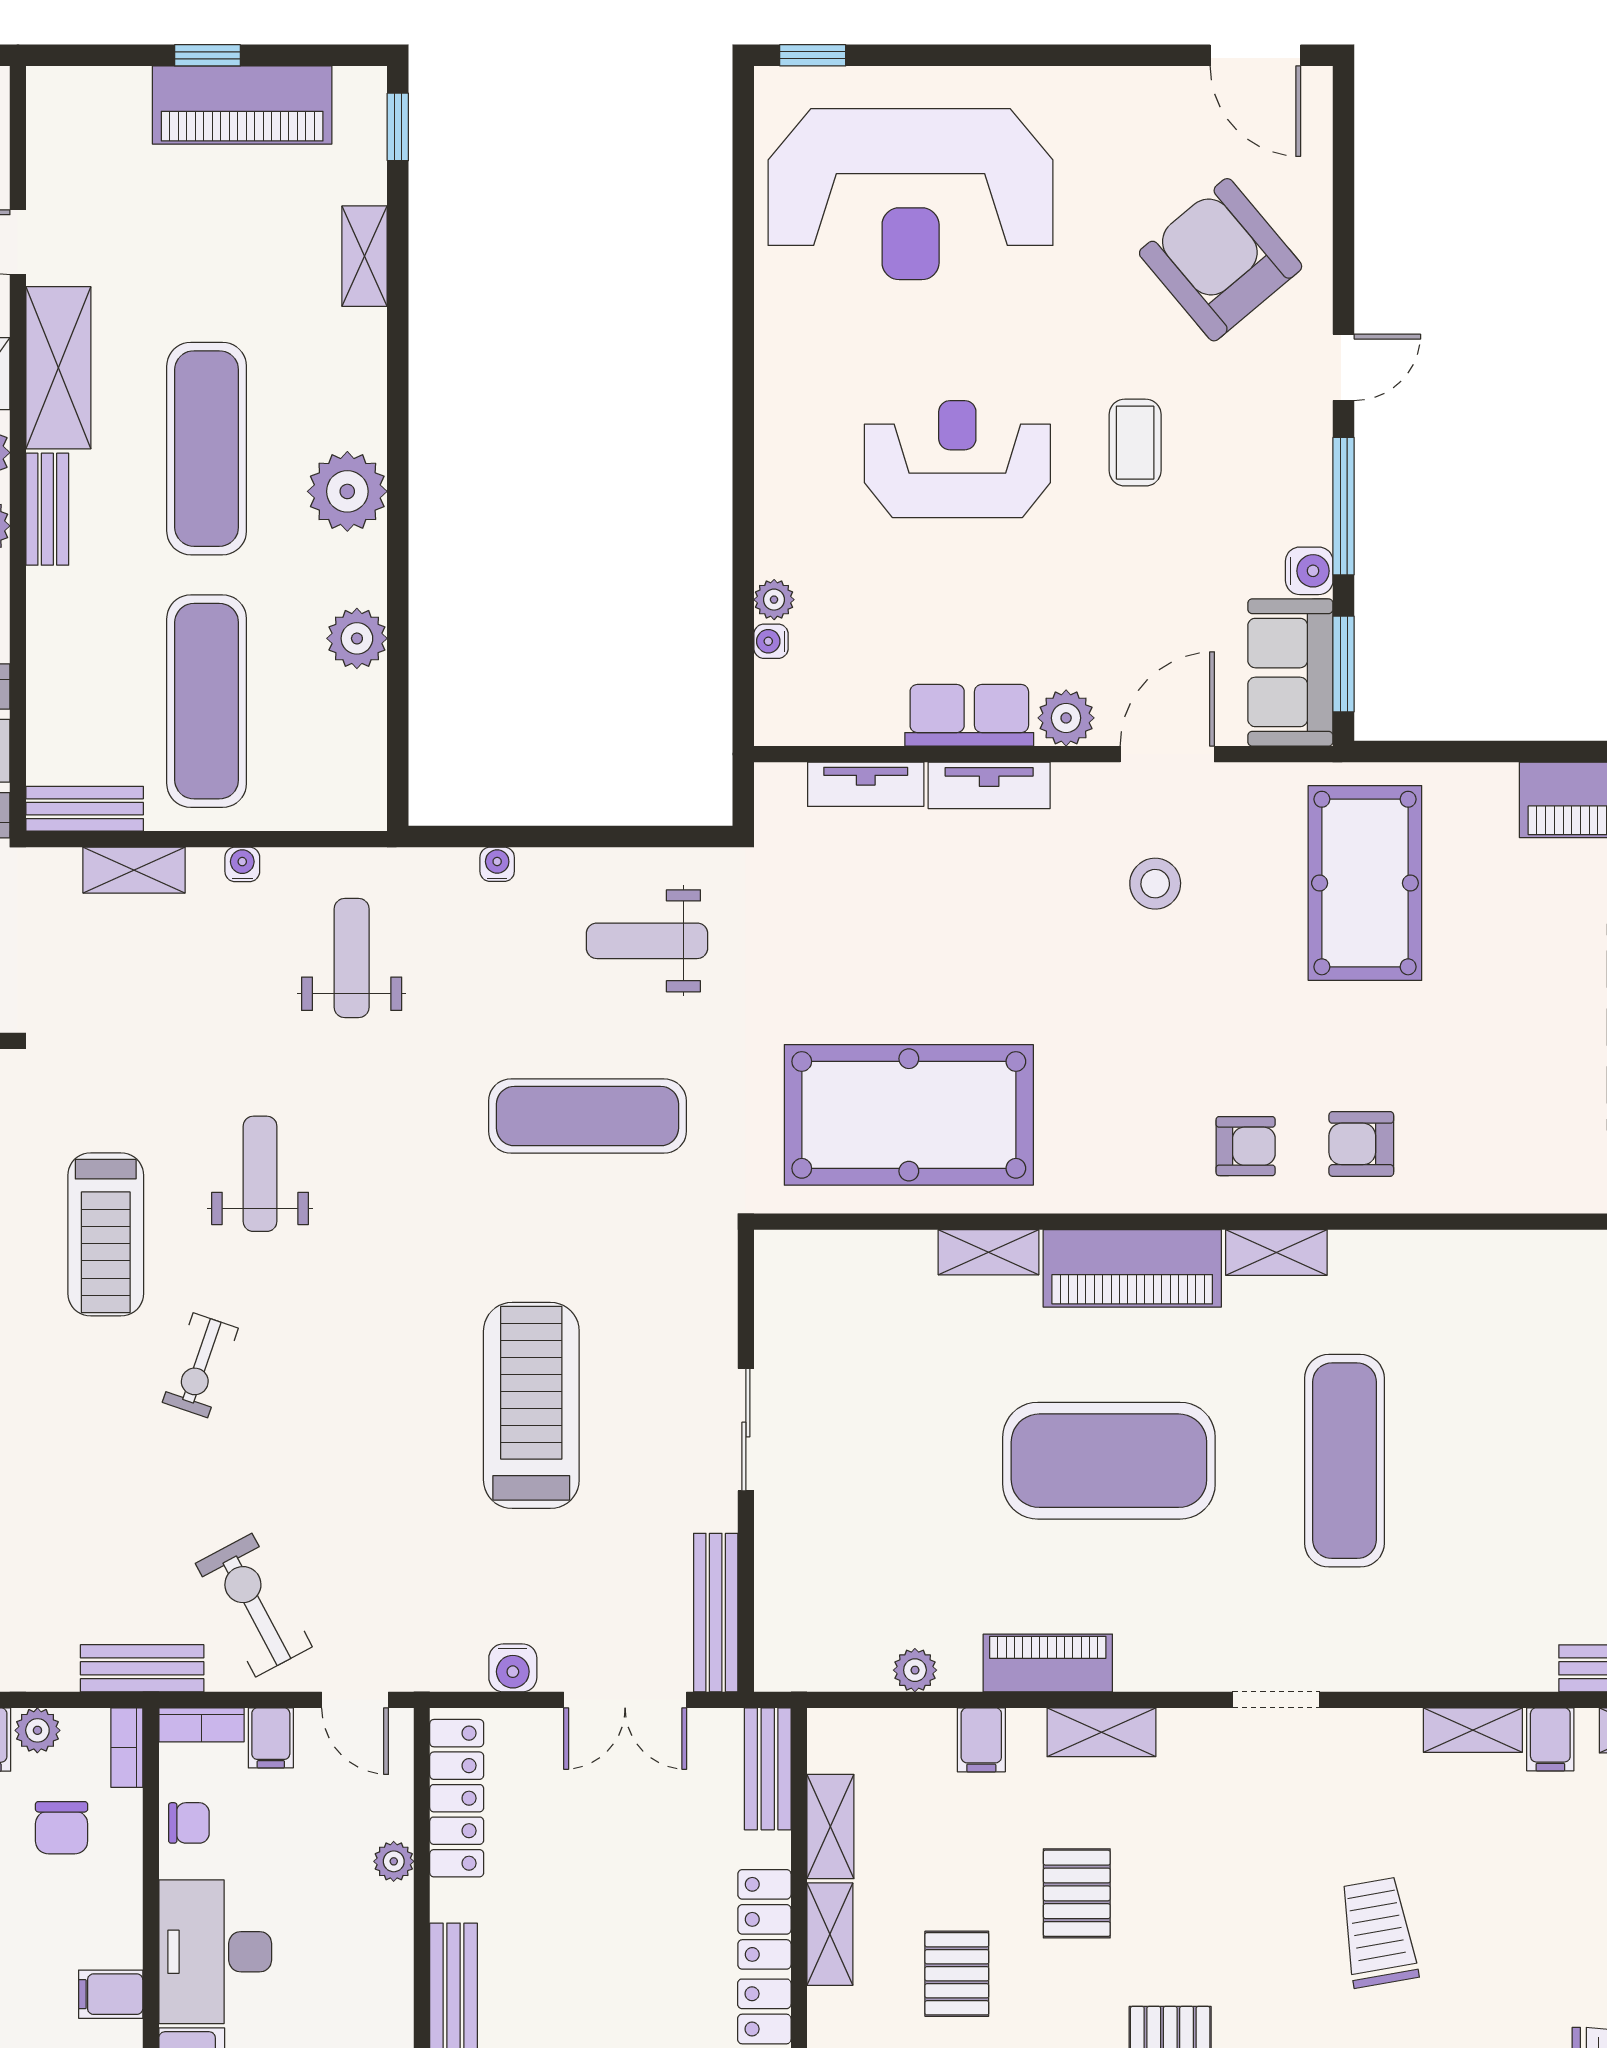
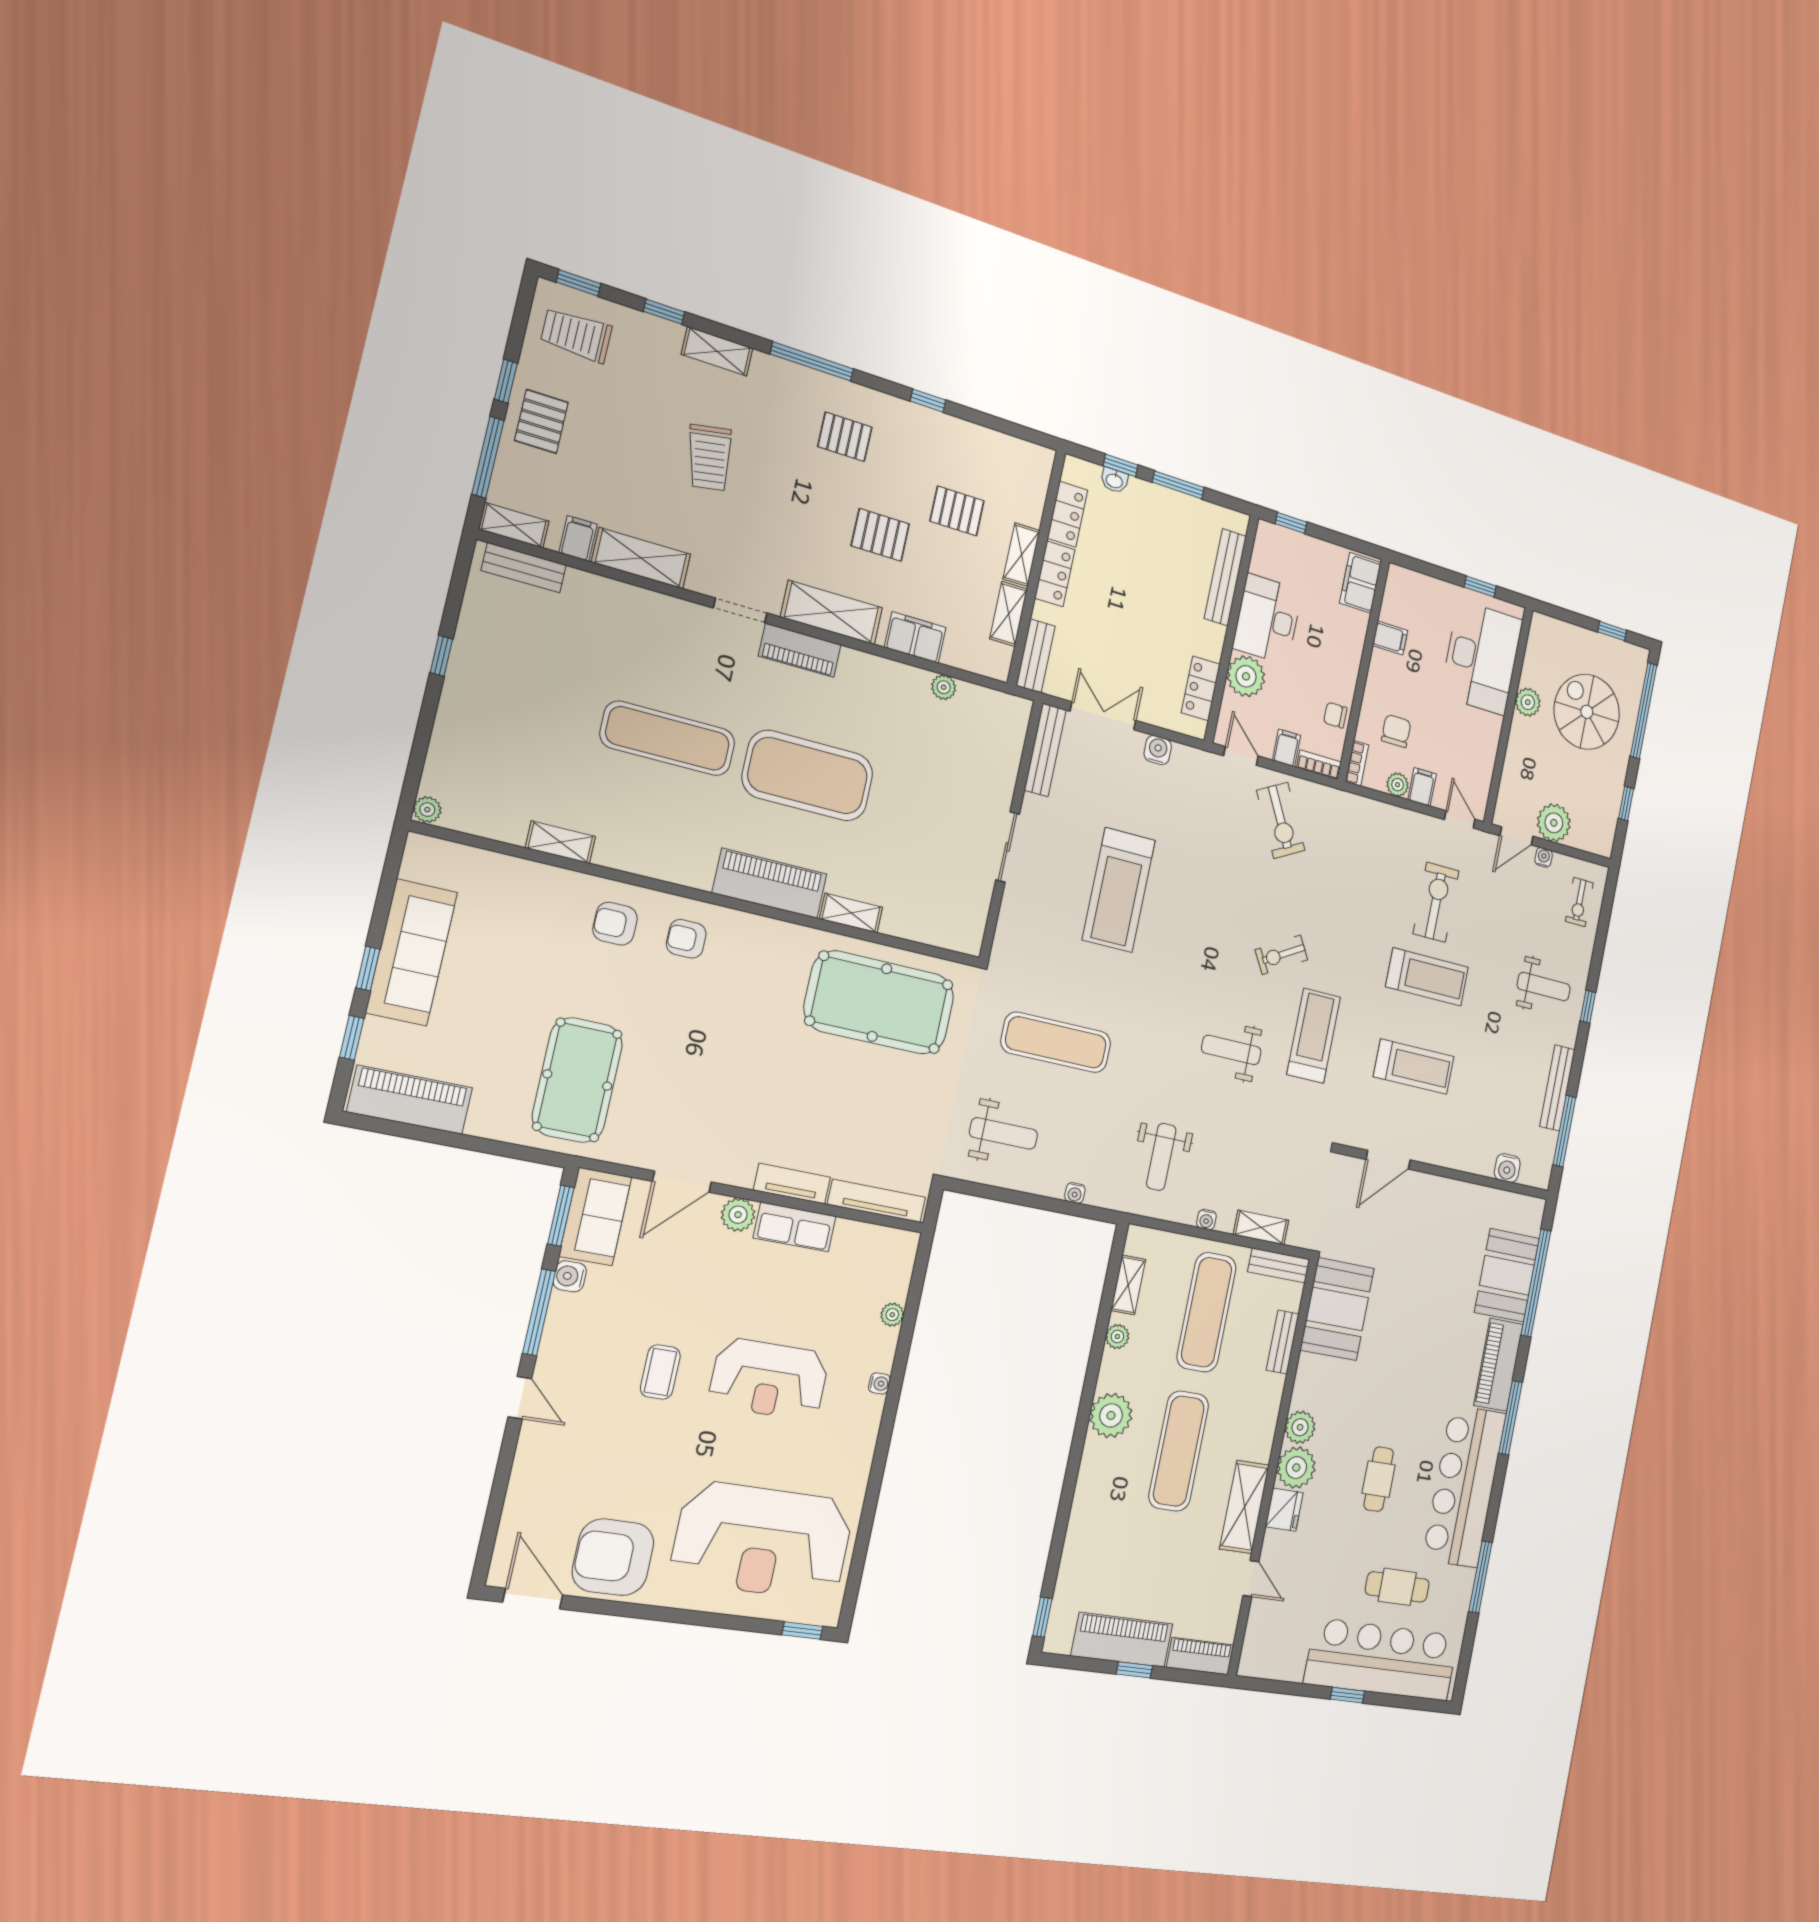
piano: (87, 93) -> (1200, 1656), added
reception desk: (911, 194) -> (763, 1541), turned 180
shelving: (365, 256) -> (1128, 1285), moved
armchair: (1221, 260) -> (613, 1557), moved, turned 130
door: (1344, 367) -> (520, 1398), swing flipped
bench: (47, 509) -> (1283, 1342), moved
plant: (357, 638) -> (1117, 1337), width x0.73, depth x0.73
water cooler: (771, 641) -> (879, 1383), moved
tv unit: (866, 784) -> (877, 1201), width x1.41
stool: (1155, 884) -> (706, 1106), removed
armchair: (1361, 1144) -> (615, 924), turned 180
weight bench: (260, 1174) -> (1231, 1050), turned 90
shelving: (1276, 1252) -> (560, 842), moved
exercise bike: (200, 1365) -> (1281, 955), turned -139
exercise mat: (1344, 1461) -> (668, 738), turned 90
piano: (1048, 1663) -> (800, 650), moved
bench: (142, 1668) -> (1342, 803), removed
shelving: (1473, 1730) -> (641, 558), width x1.50, depth x1.33
shelving: (1101, 1732) -> (832, 612), width x1.50, depth x1.33
filing cabinet: (981, 1740) -> (915, 637), width x2.00
locker: (457, 1798) -> (1201, 688), width x0.66
plant: (394, 1861) -> (1246, 676), width x1.88, depth x1.88
pallet: (1077, 1893) -> (880, 535), turned 90
desk: (215, 1952) -> (1268, 619), moved, turned 180
pallet: (957, 1974) -> (957, 511), turned 90

